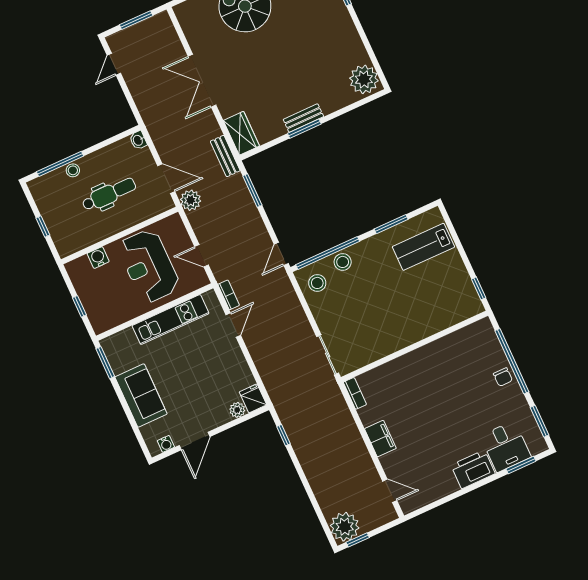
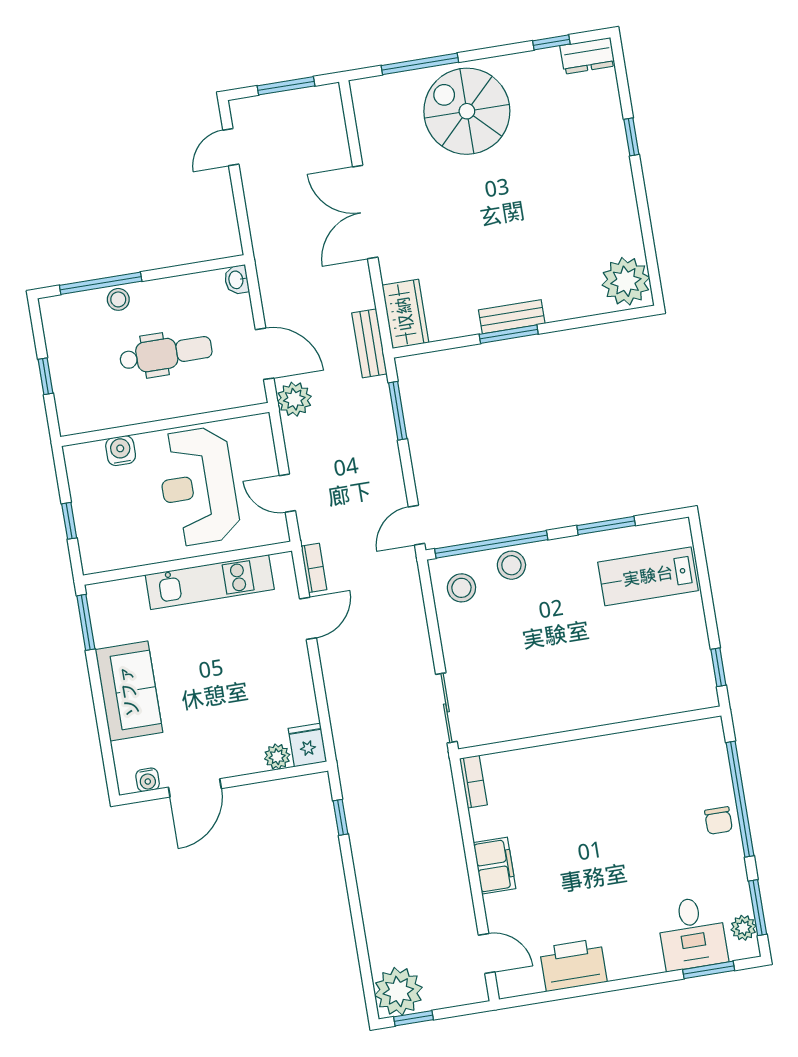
plant: (534, 435) -> (743, 928), added
printer: (473, 469) -> (573, 965), moved

